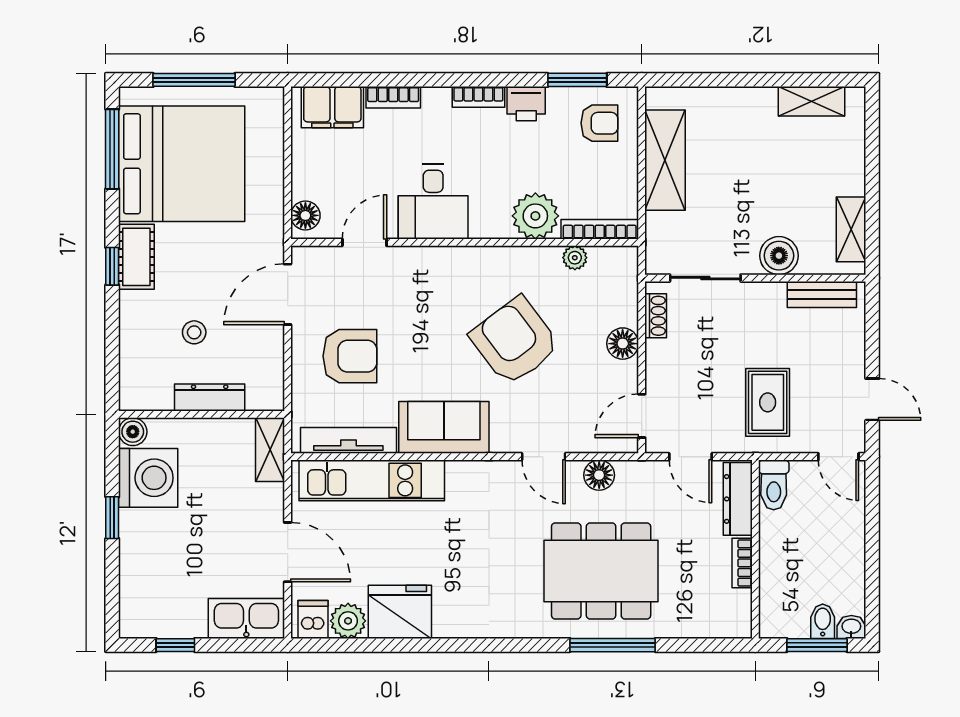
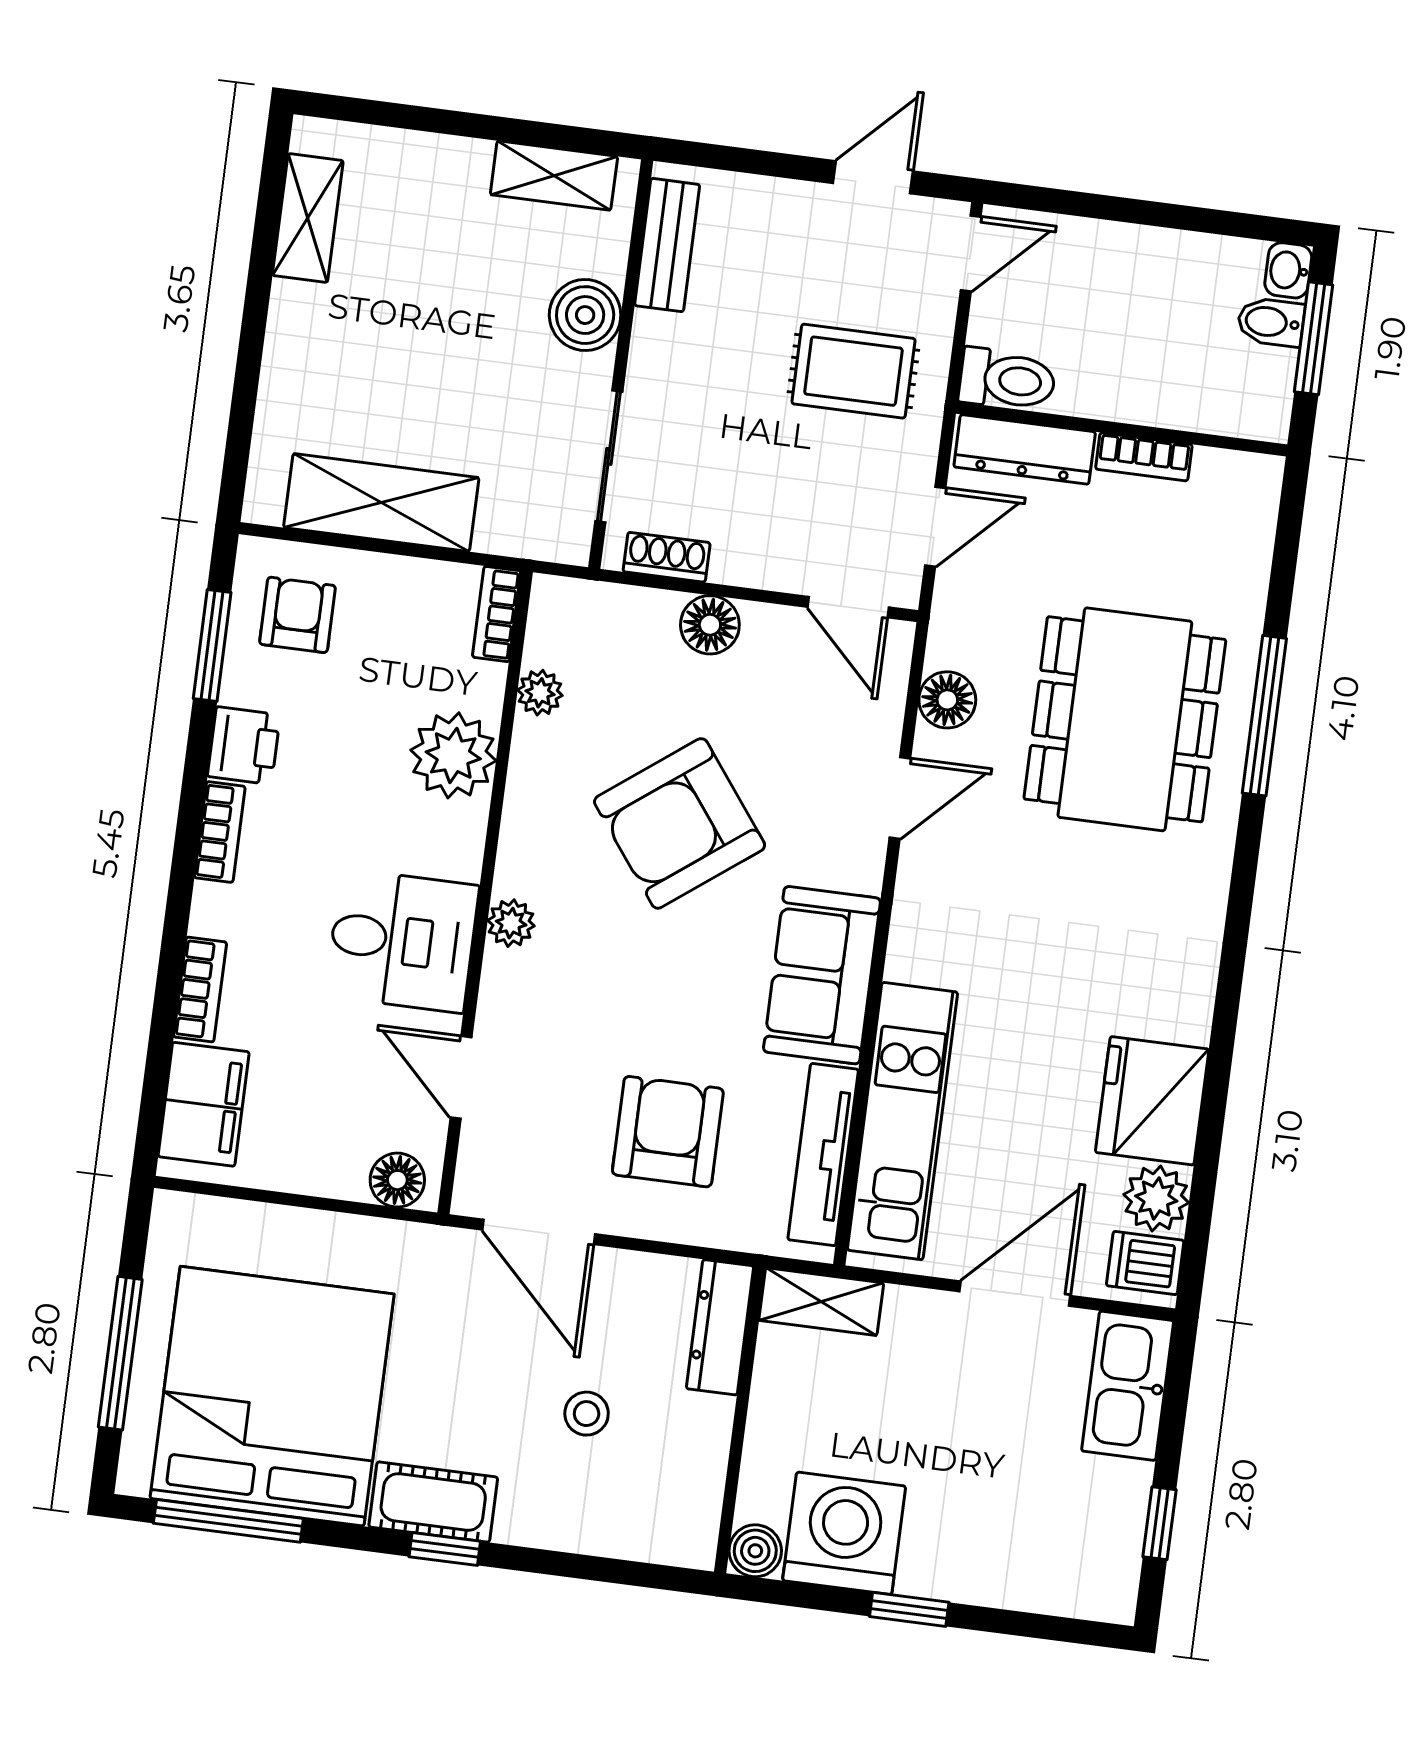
bookcase: (600, 229) -> (497, 614), width x0.64
plant: (450, 258) -> (511, 923), added
dresser: (210, 397) -> (720, 1327), moved

